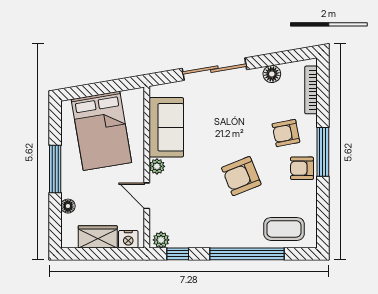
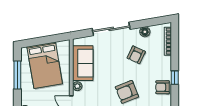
armchair: (286, 133) -> (136, 55), moved, turned -54
window: (323, 152) -> (175, 78), width x0.46
window: (55, 169) -> (17, 75), moved

